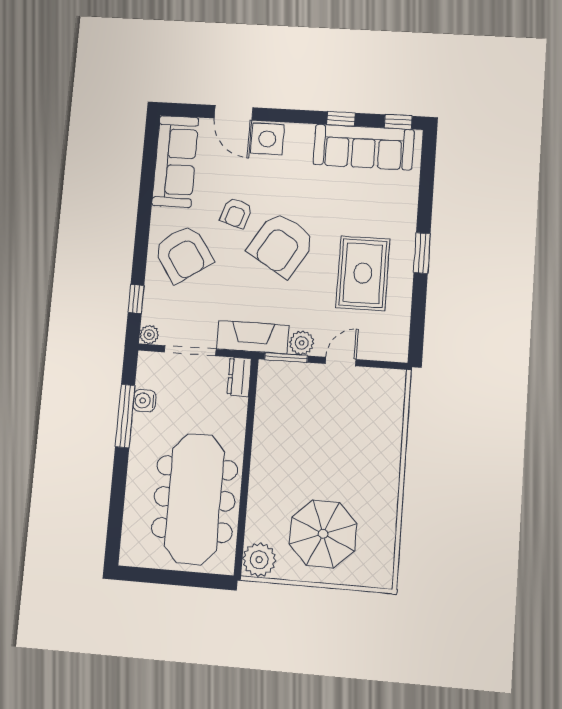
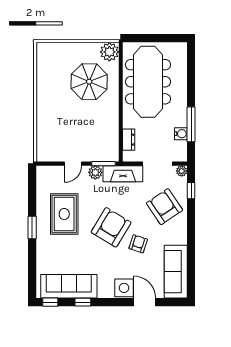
armchair: (183, 254) -> (164, 207), moved
dresser: (239, 377) -> (129, 140), moved
parasol: (323, 534) -> (89, 82), moved

